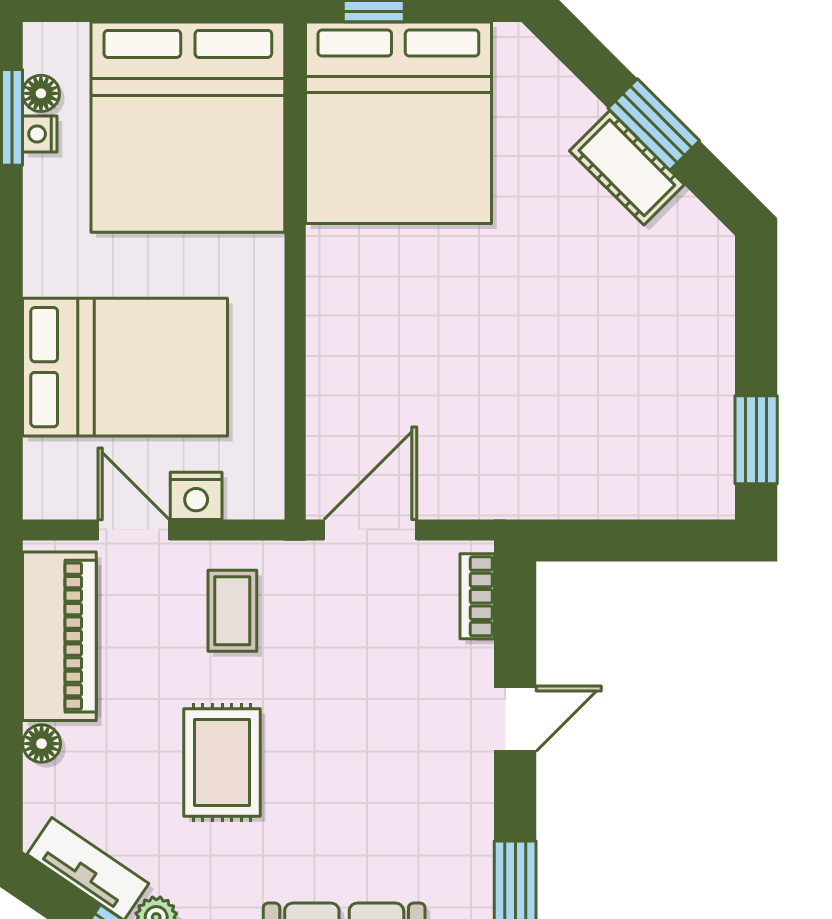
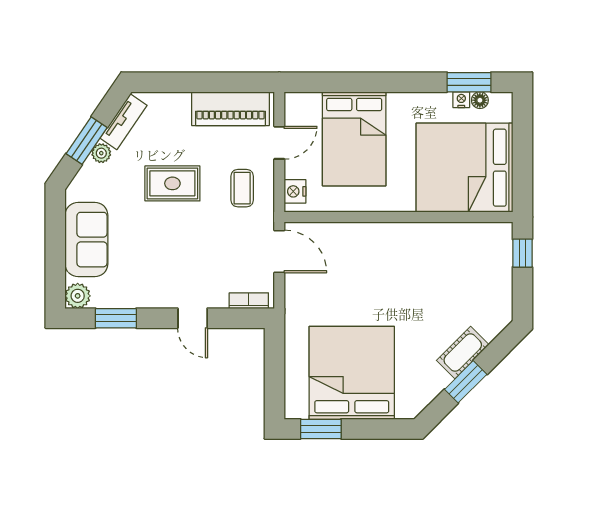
bed: (398, 123) -> (352, 373), moved, turned 90
cot: (627, 168) -> (463, 353), moved
nightstand: (196, 496) -> (295, 191), moved
coffee table: (232, 611) -> (242, 188), turned 90
floor lamp: (42, 744) -> (181, 100), removed

